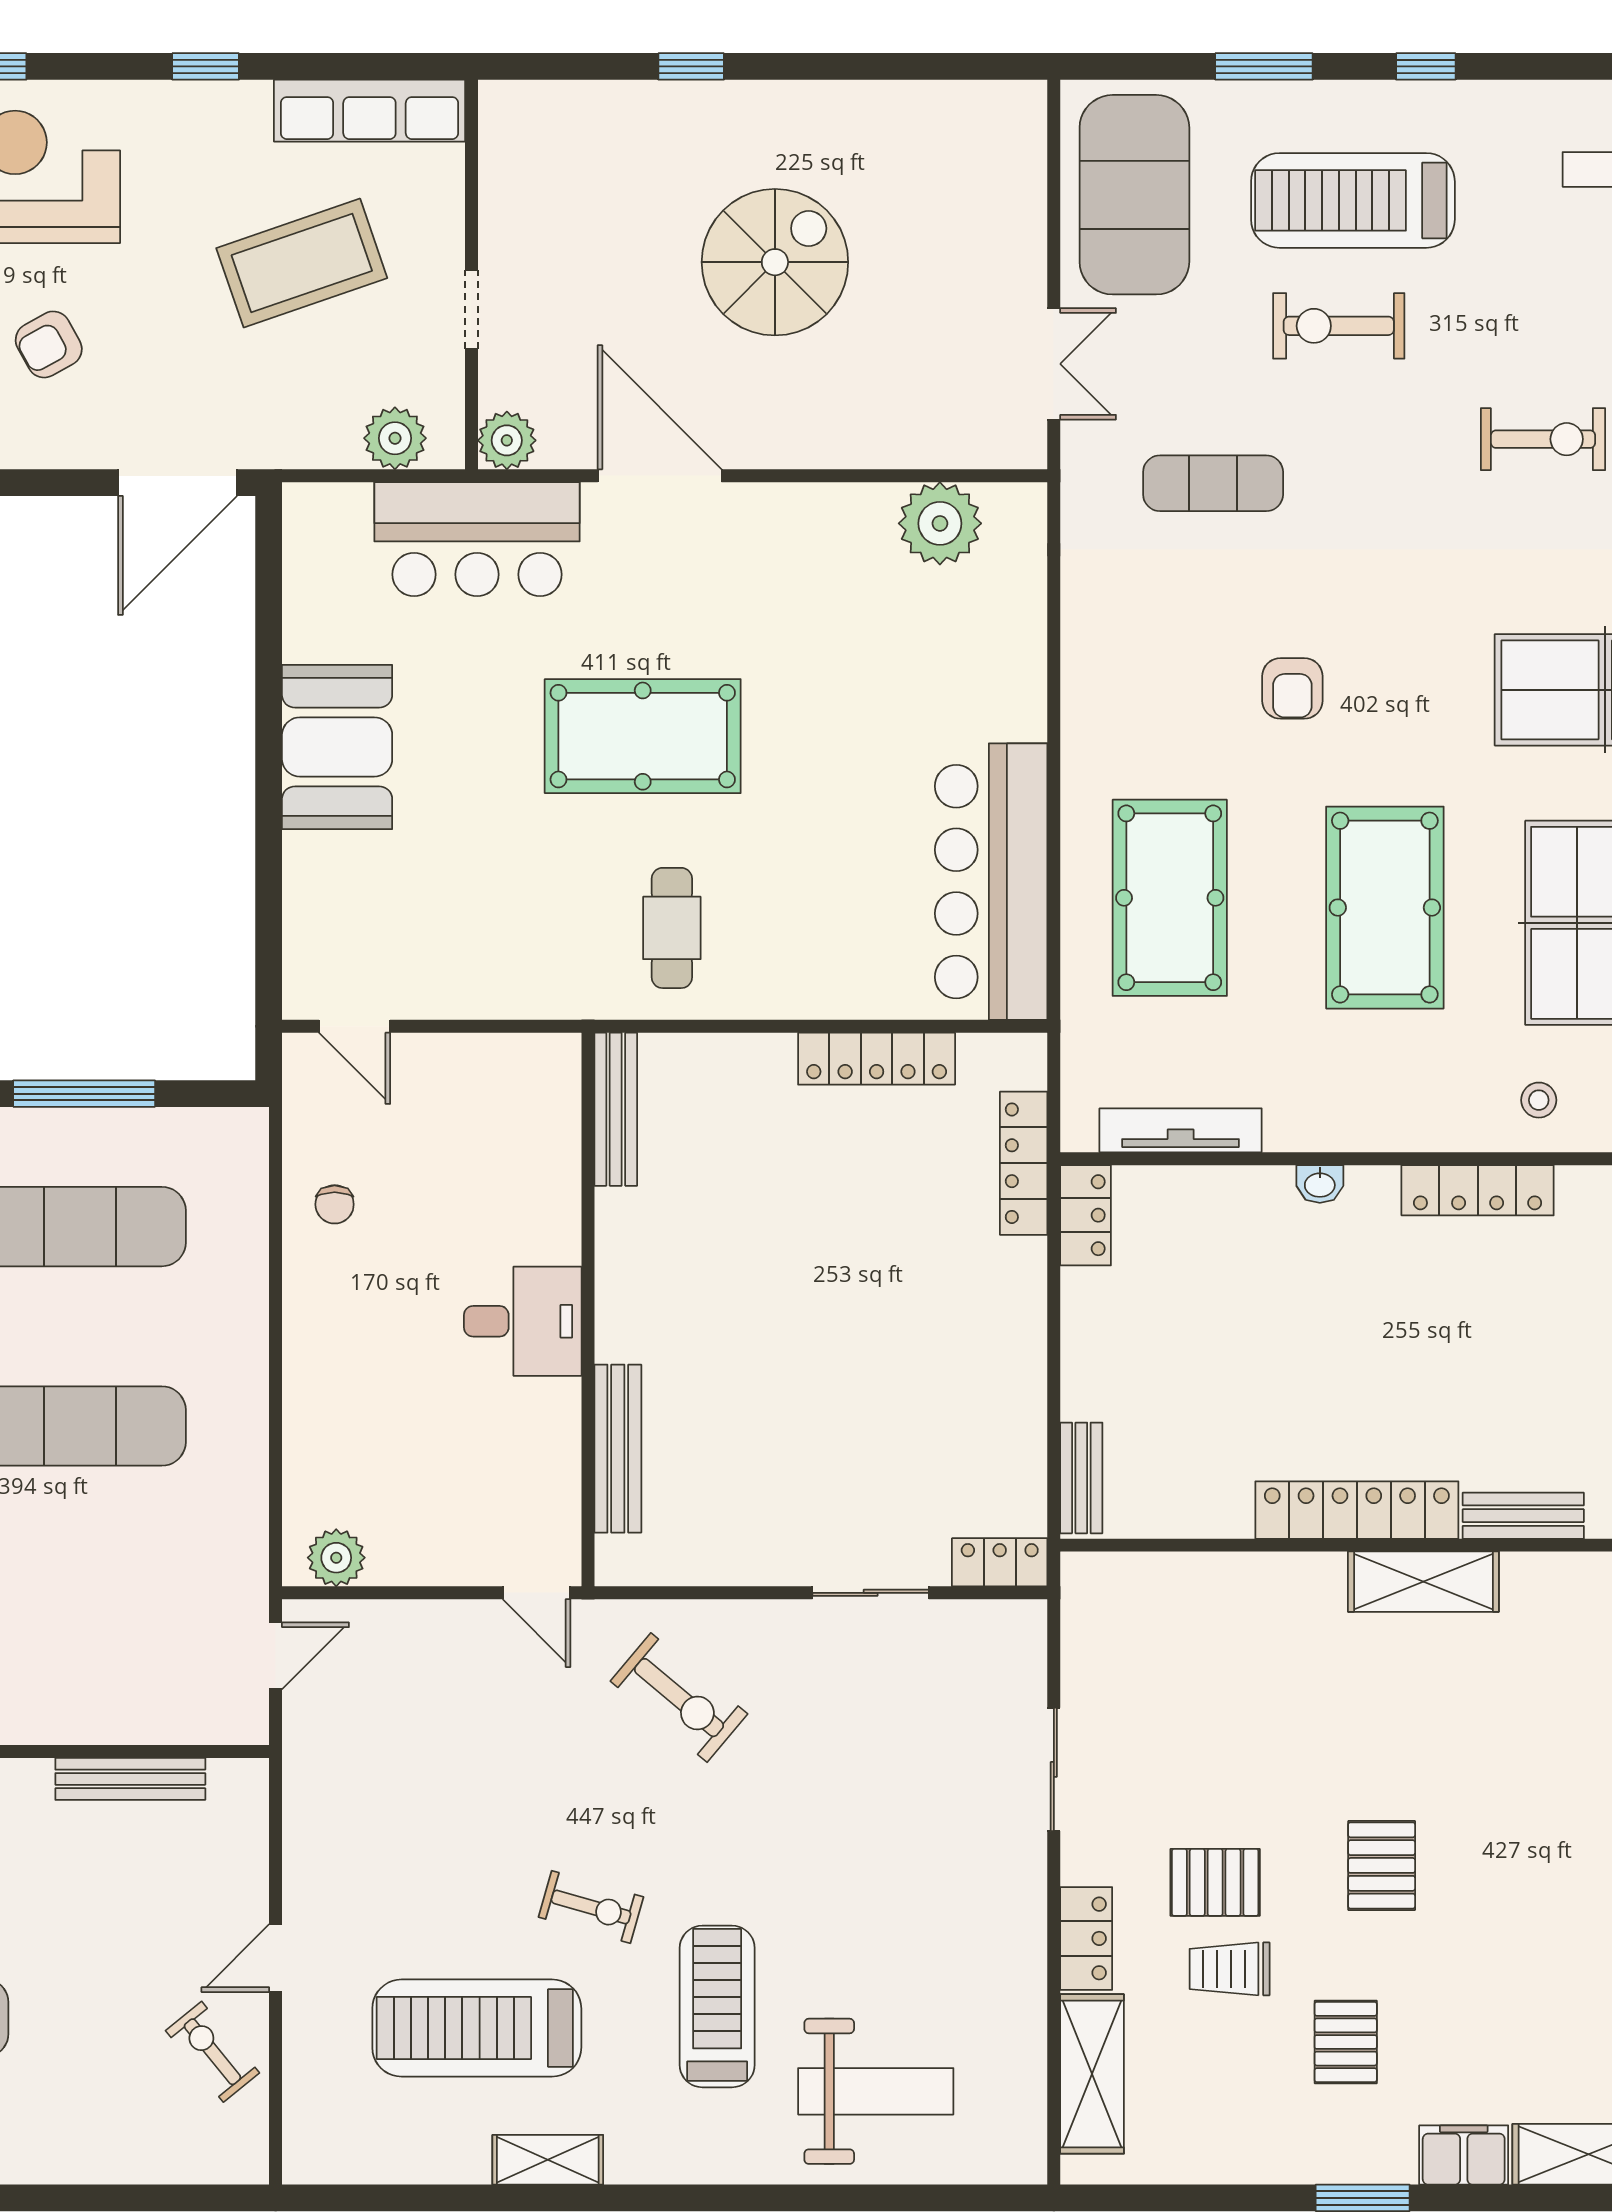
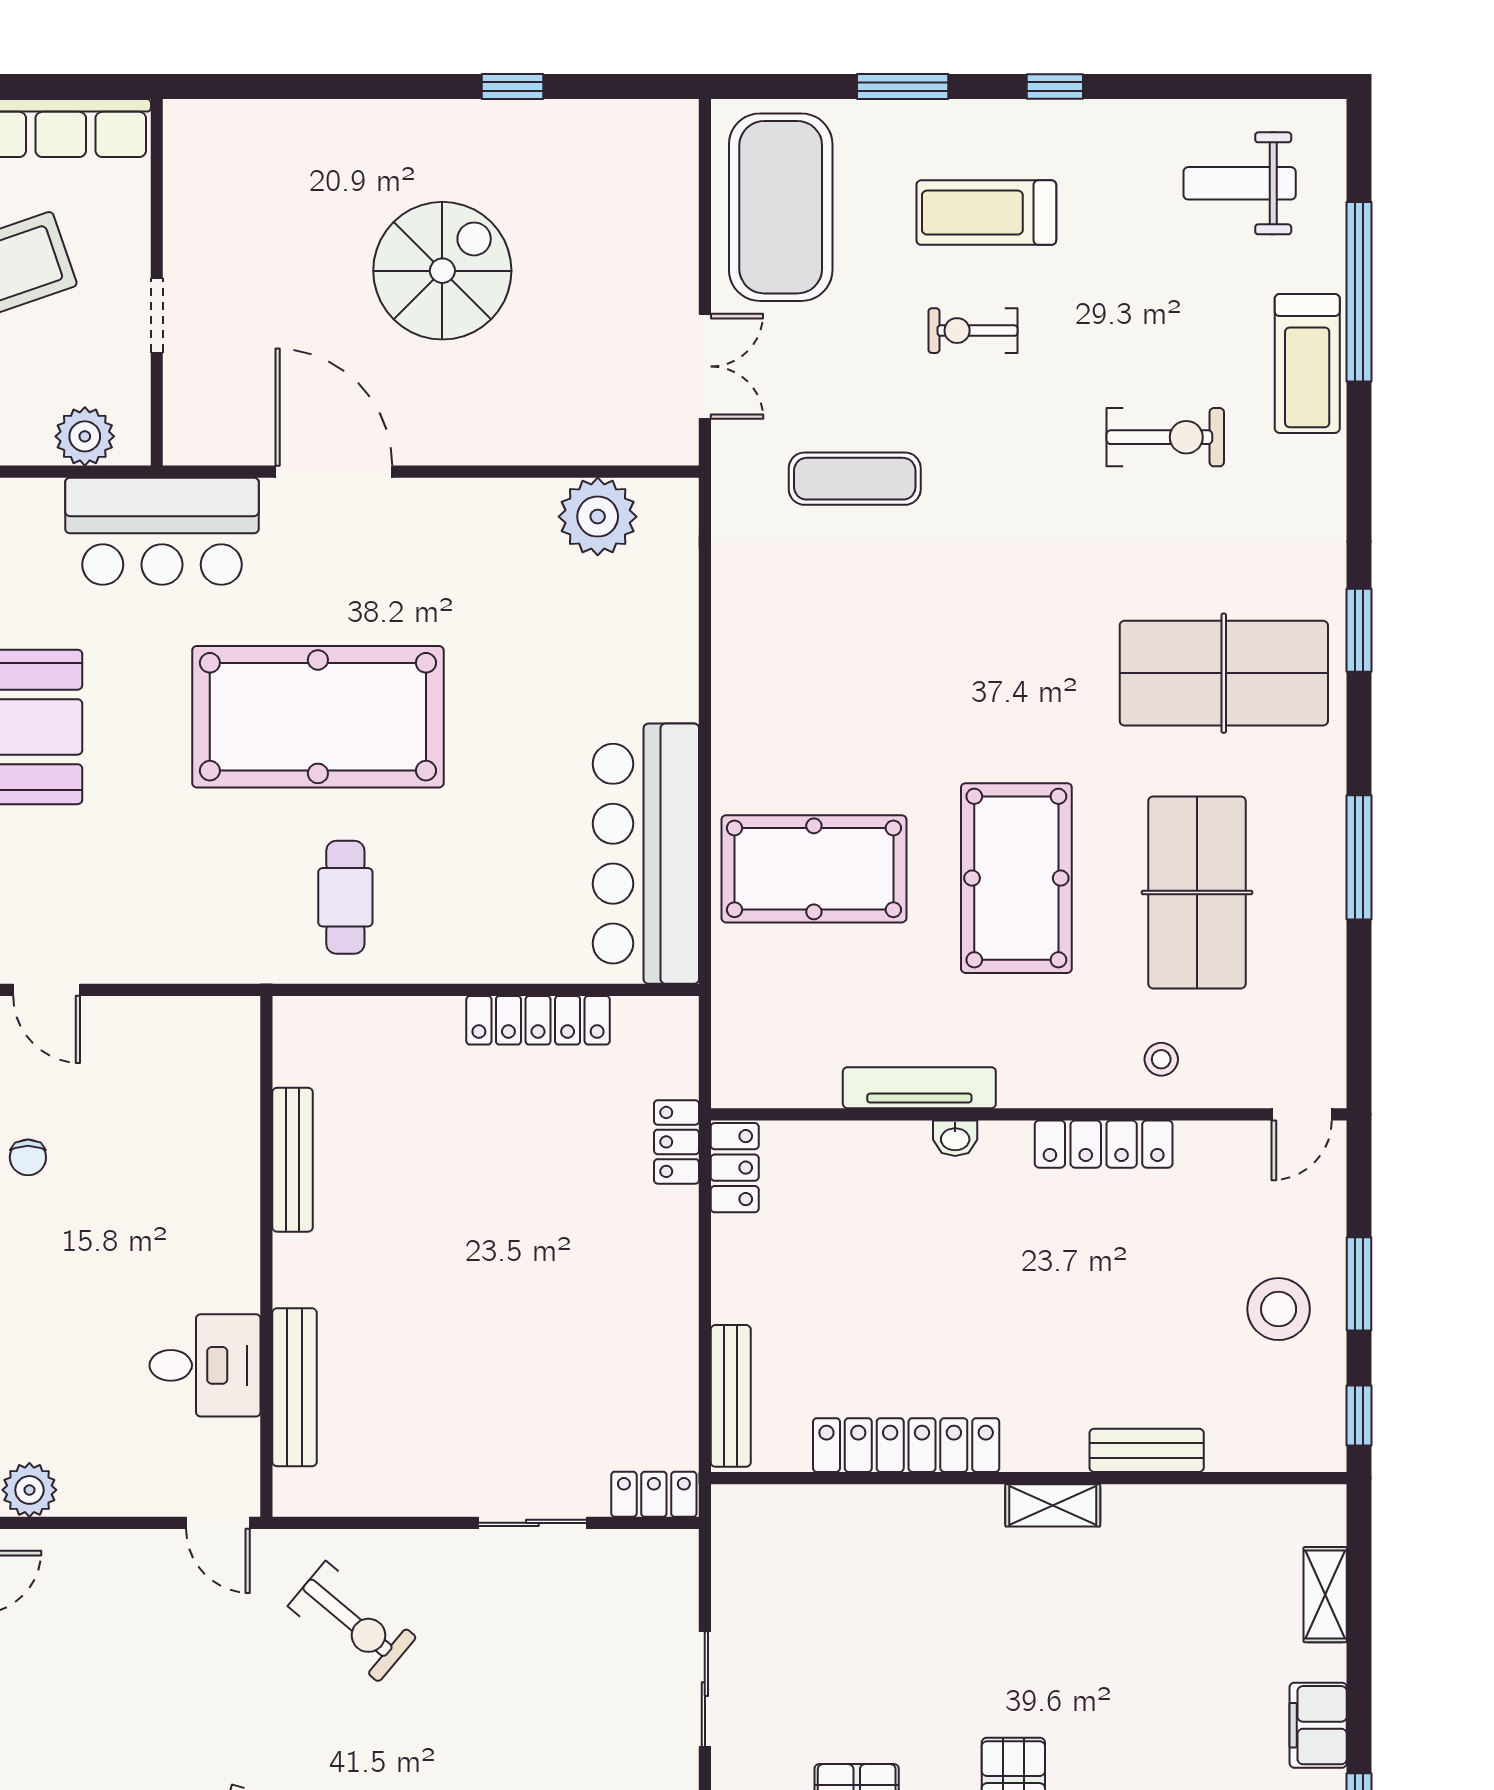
window: (691, 66) -> (512, 86), moved
treadmill: (1353, 200) -> (986, 213), width x0.73, depth x0.73
exercise bike: (1339, 326) -> (973, 331), width x0.73, depth x0.72
plant: (507, 440) -> (190, 438), removed
armchair: (1292, 688) -> (929, 672), removed
pool table: (643, 736) -> (318, 717), width x1.36, depth x1.32
pool table: (1170, 898) -> (814, 869), turned 90
bench: (616, 1109) -> (293, 1160), moved
tv unit: (1181, 1130) -> (919, 1088), moved
locker: (1024, 1163) -> (677, 1142), width x0.66
desk: (523, 1321) -> (205, 1365), moved
bench: (1081, 1478) -> (731, 1396), width x1.36
locker: (1357, 1510) -> (906, 1445), moved
shelving: (1423, 1582) -> (1053, 1505), width x0.67, depth x0.75

